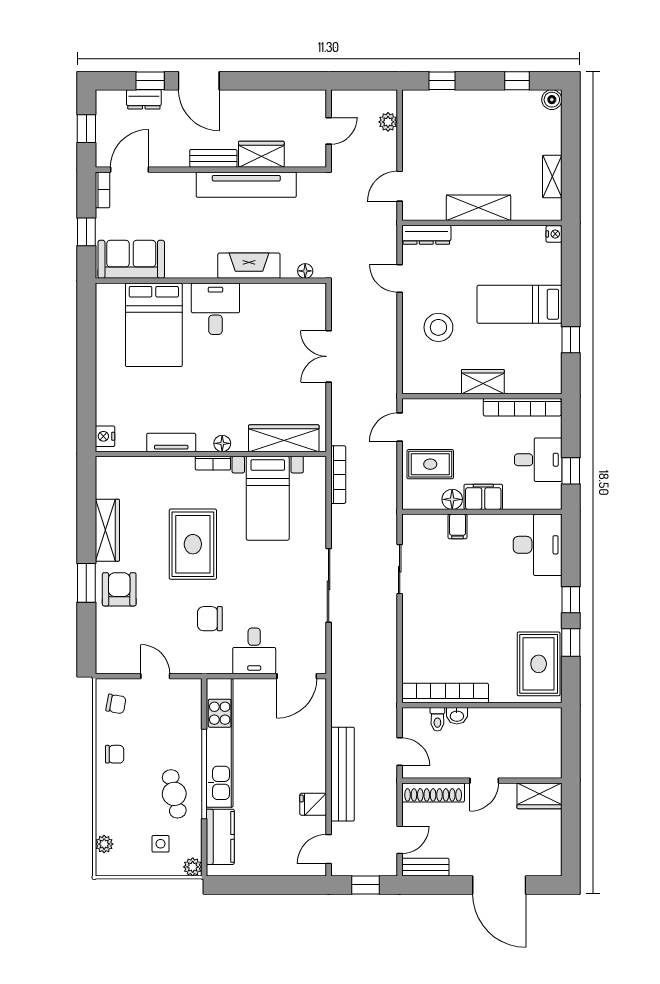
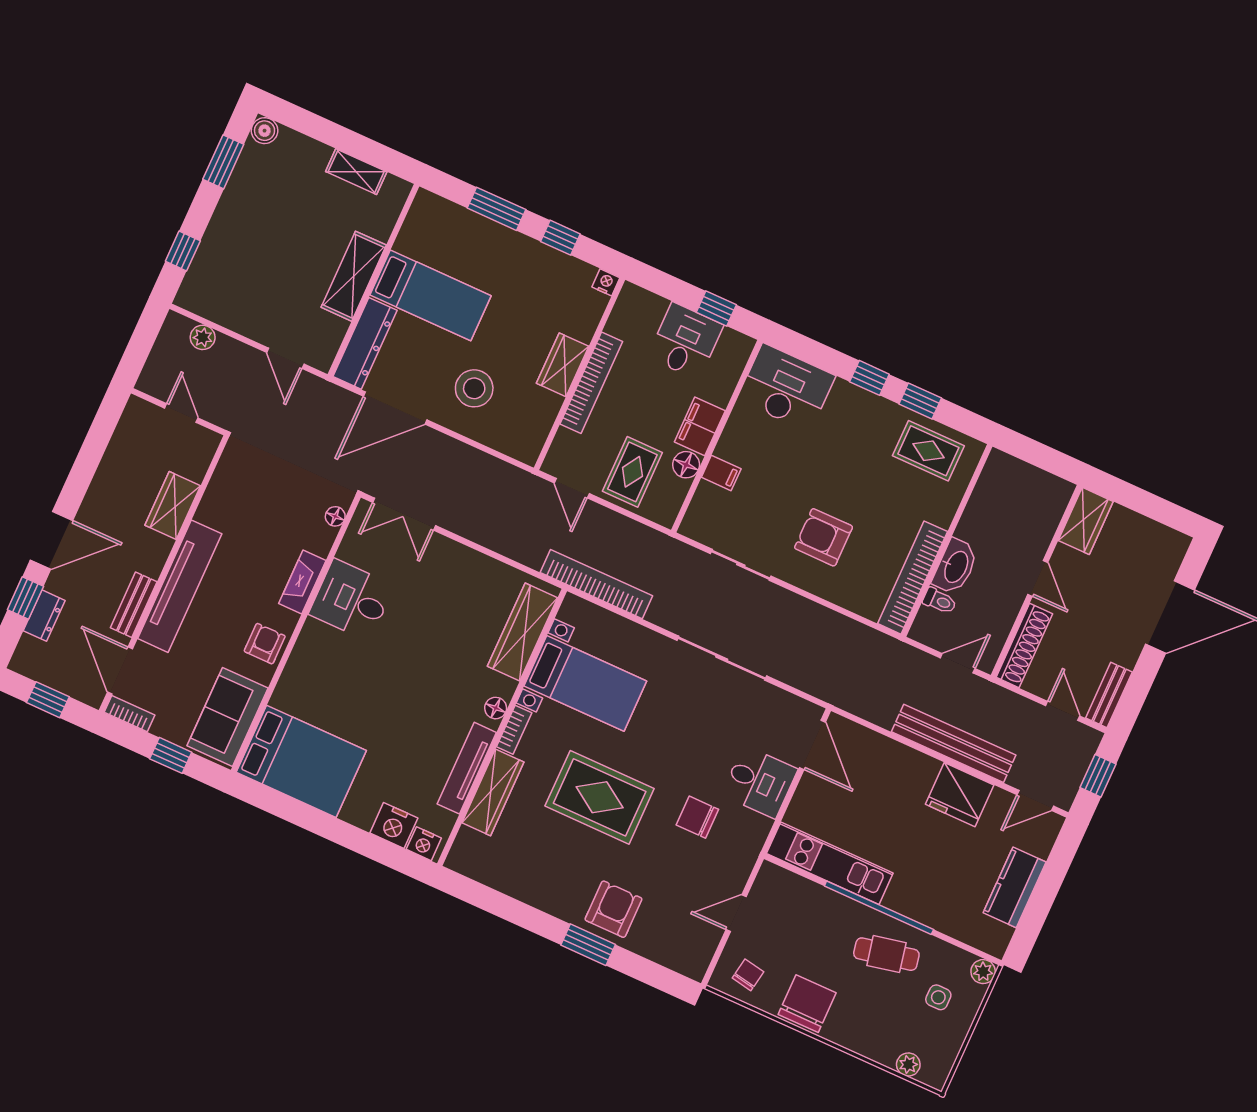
window: (517, 81) -> (223, 162), width x1.50
bench: (213, 158) -> (134, 605), moved
tv unit: (246, 185) -> (180, 586), moved
nightstand: (554, 234) -> (606, 282), moved
dresser: (426, 235) -> (365, 343), width x1.37, depth x1.24
armchair: (194, 262) -> (265, 644), added
fireplace: (249, 266) -> (302, 582), width x0.73, depth x0.76
door: (400, 278) -> (395, 408), width x1.88
window: (571, 286) -> (497, 209), added
bed: (519, 304) -> (431, 295), moved, turned -90
desk: (215, 309) -> (352, 600), moved
bed: (154, 325) -> (301, 761), moved
double door: (329, 356) -> (404, 514), moved
bookcase: (522, 407) -> (591, 383), moved
nightstand: (108, 410) -> (394, 825), added
tv unit: (171, 442) -> (467, 768), width x1.41
bookcase: (338, 475) -> (596, 584), width x1.48, depth x1.31
wardrobe: (107, 530) -> (493, 792), moved, turned 90
armchair: (119, 589) -> (613, 909), turned 90
armchair: (445, 618) -> (824, 537), added
chair: (210, 619) -> (697, 817), turned 90
rug: (539, 664) -> (928, 451), width x0.73, depth x0.70
washbasin: (457, 716) -> (955, 567), width x1.91, depth x1.45
kitchen unit: (220, 743) -> (830, 863), width x0.73
chair: (115, 754) -> (807, 1004), width x1.87, depth x1.87
fridge: (313, 804) -> (960, 795), width x1.88, depth x1.34
kitchen counter: (220, 837) -> (1015, 887), moved, turned -90
door: (329, 849) -> (1035, 800), hinge flipped

